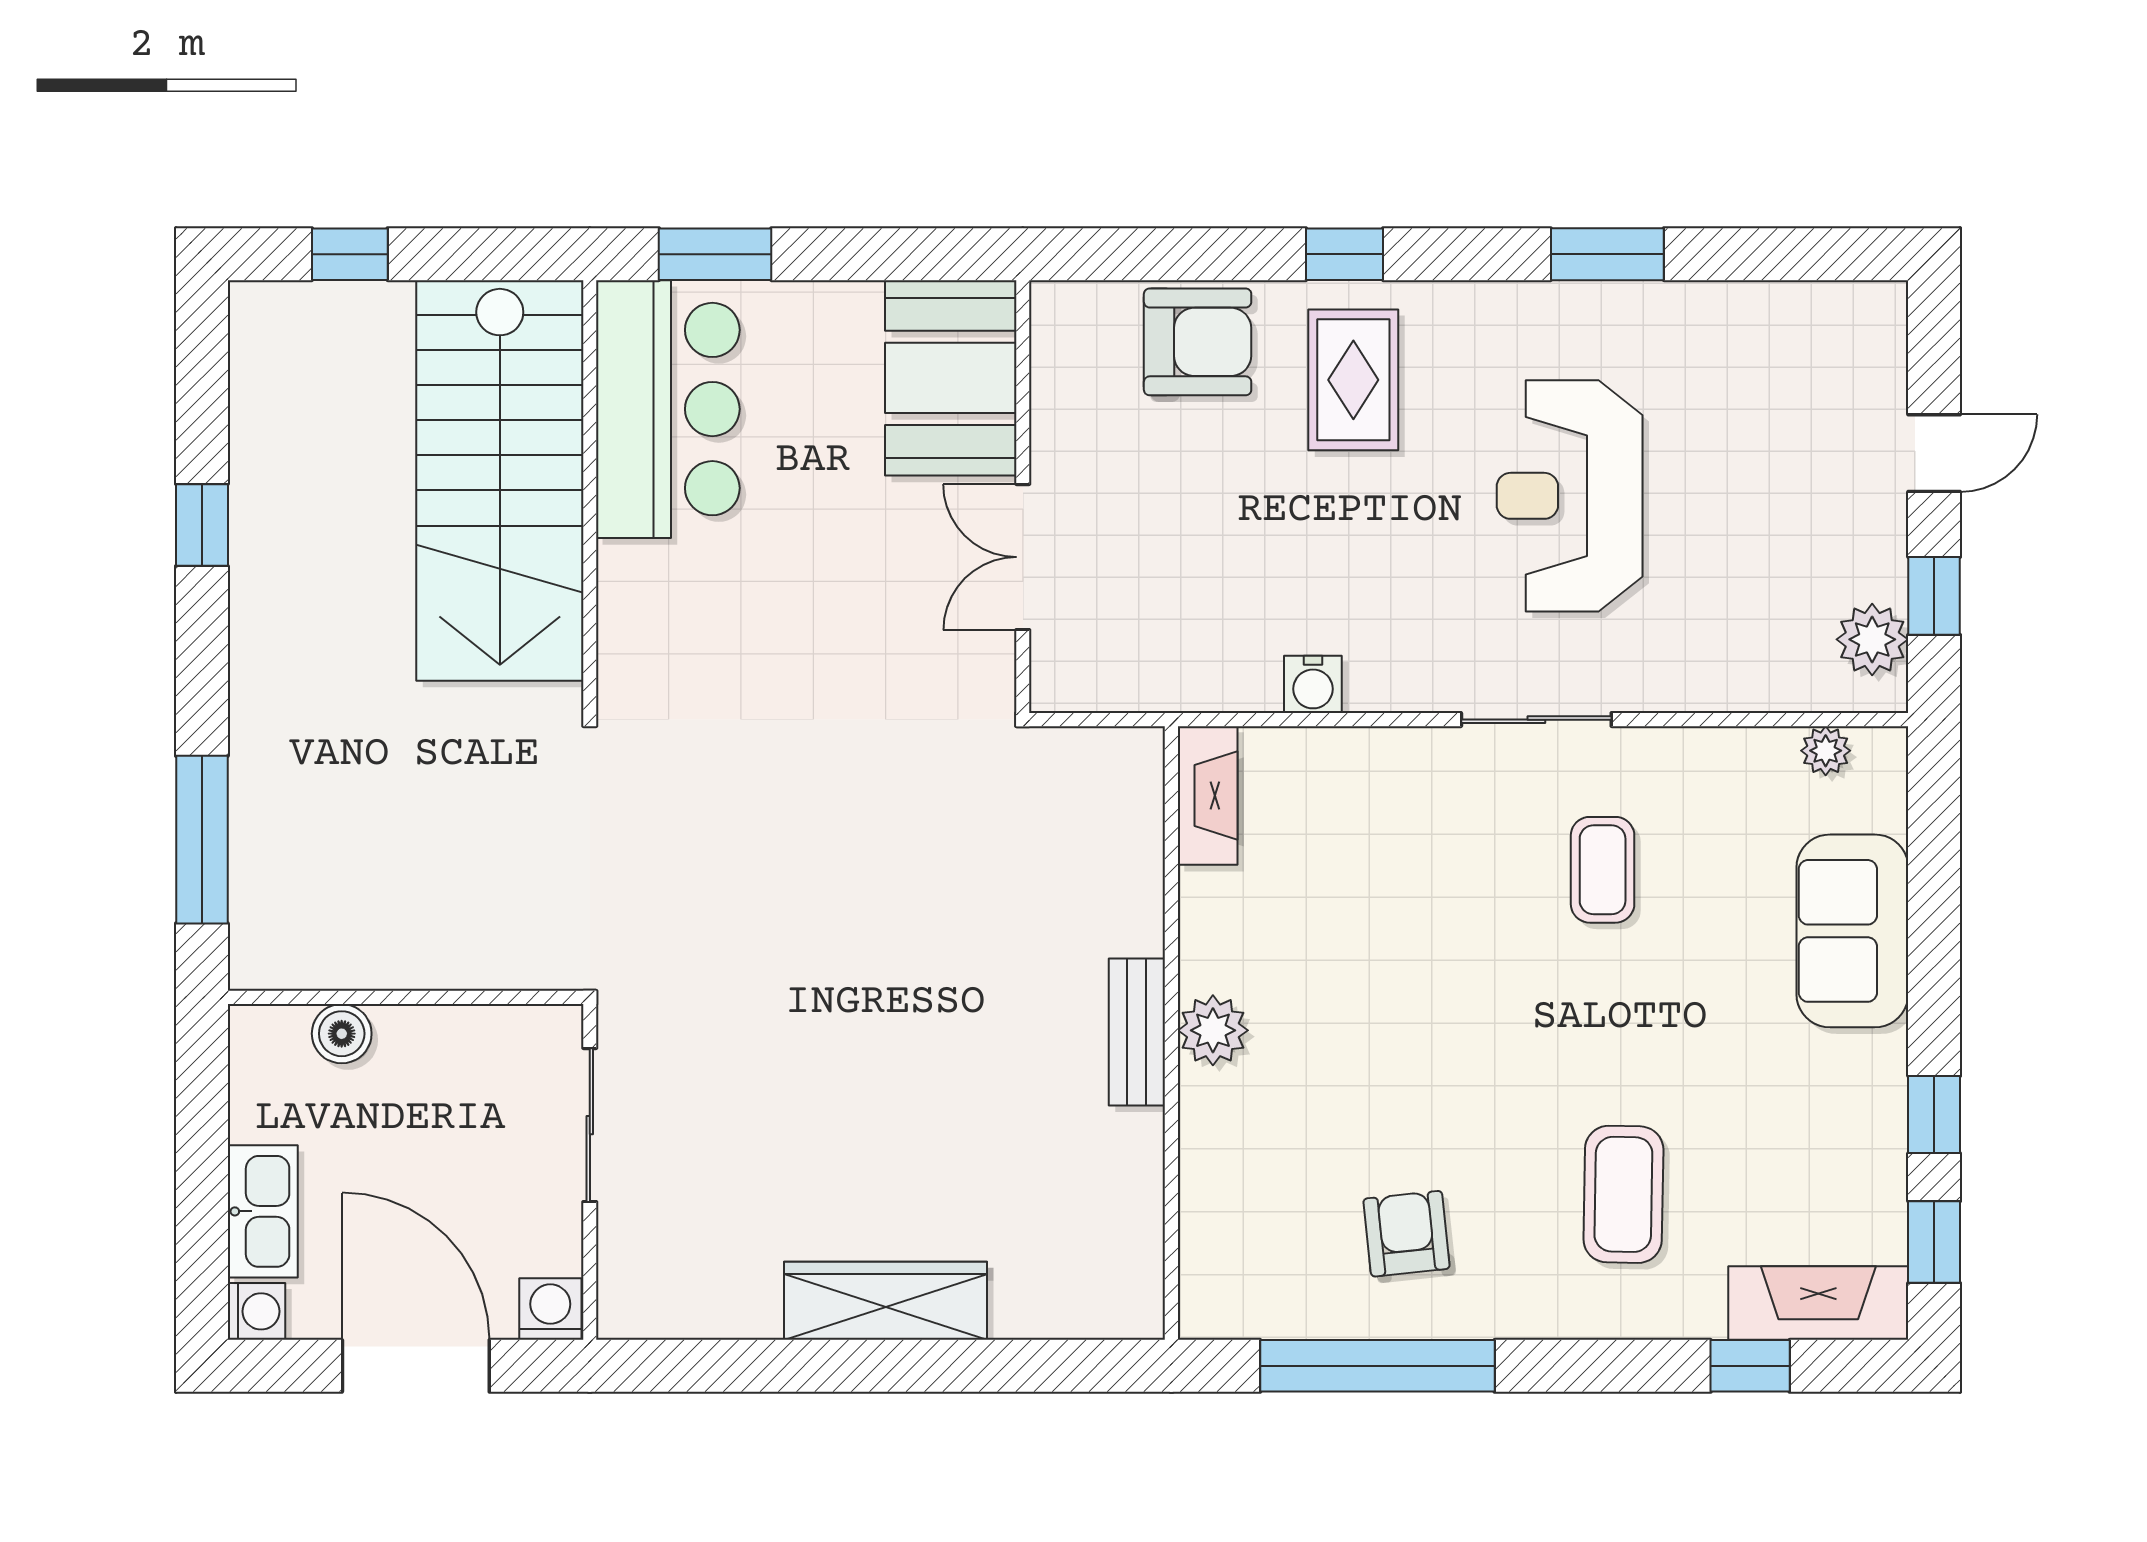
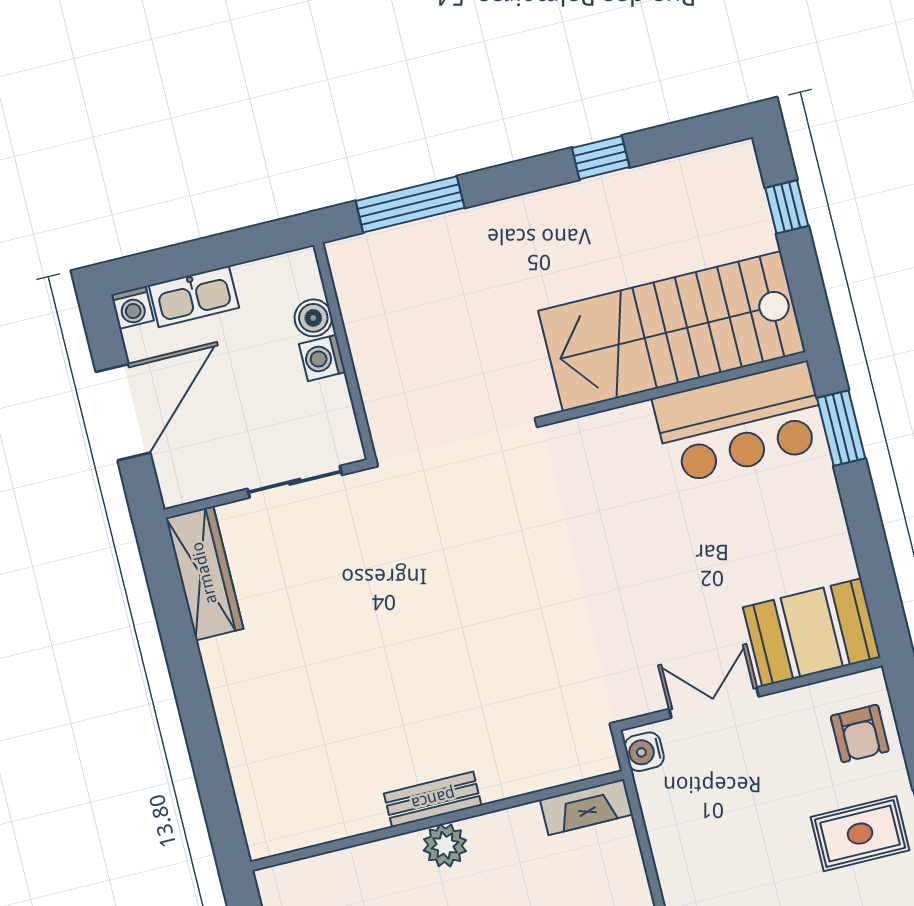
armchair: (1198, 342) -> (860, 734), width x0.72, depth x0.72
booth: (951, 378) -> (812, 632), moved
wall: (1023, 497) -> (751, 694), moved
double door: (1023, 557) -> (714, 703), moved
water cooler: (1313, 684) -> (644, 752), moved
wardrobe: (886, 1301) -> (204, 573), moved
washing machine: (550, 1309) -> (322, 358), moved, turned 180

